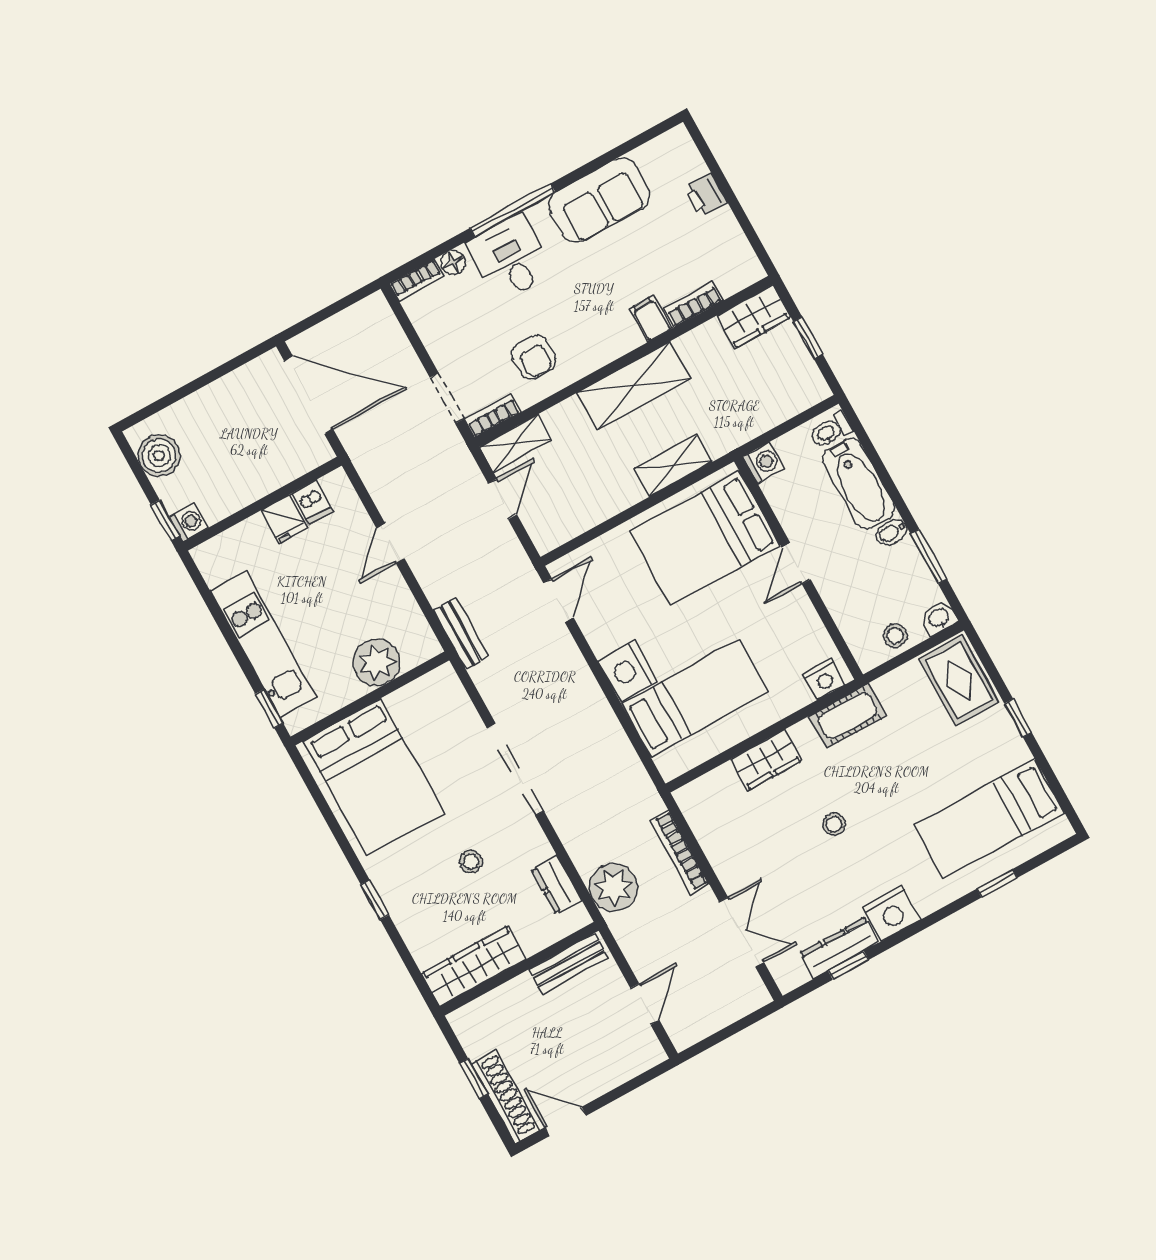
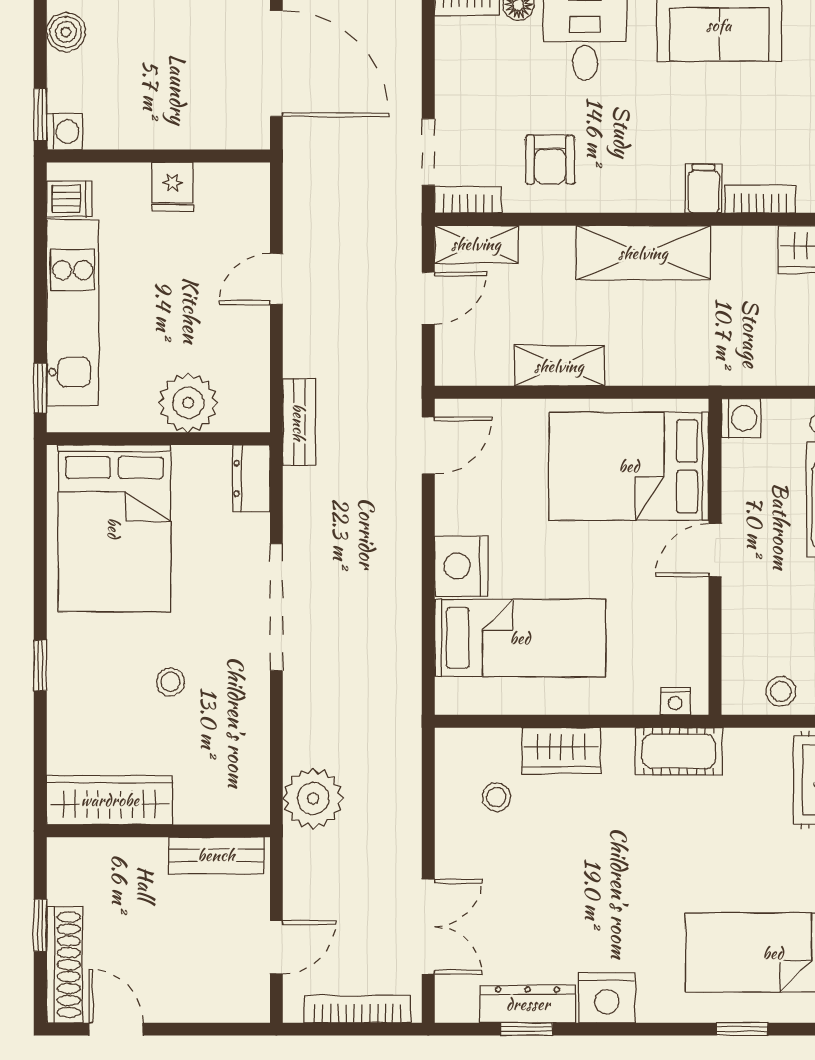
boiler: (159, 456) -> (66, 32), width x0.73, depth x0.73
shelving: (673, 465) -> (559, 366), moved
dishwasher: (312, 503) -> (69, 199), moved, turned -90
nightstand: (824, 679) -> (675, 701), width x0.72, depth x0.74
stool: (834, 824) -> (496, 797), moved
bookcase: (680, 852) -> (358, 1009), moved, turned 90
dresser: (556, 885) -> (251, 478), moved

